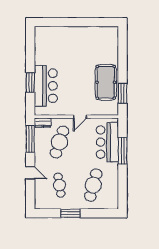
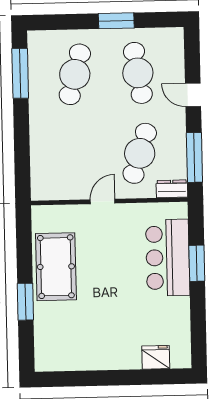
fridge: (53, 33) -> (156, 357), added
window: (123, 93) -> (25, 302), moved
bar counter: (107, 142) -> (50, 155), removed
window: (123, 151) -> (20, 73), moved
cafe table: (59, 185) -> (138, 73), width x1.37, depth x1.35

